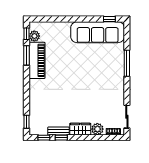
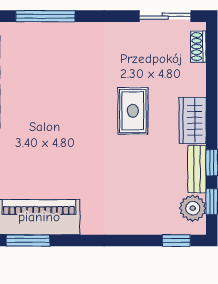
rug: (85, 102) -> (133, 111), added
plant: (97, 129) -> (193, 208), moved

